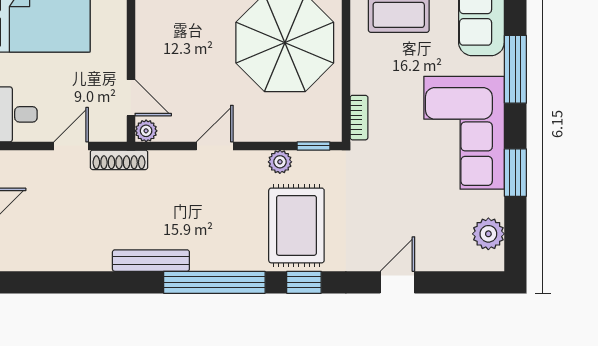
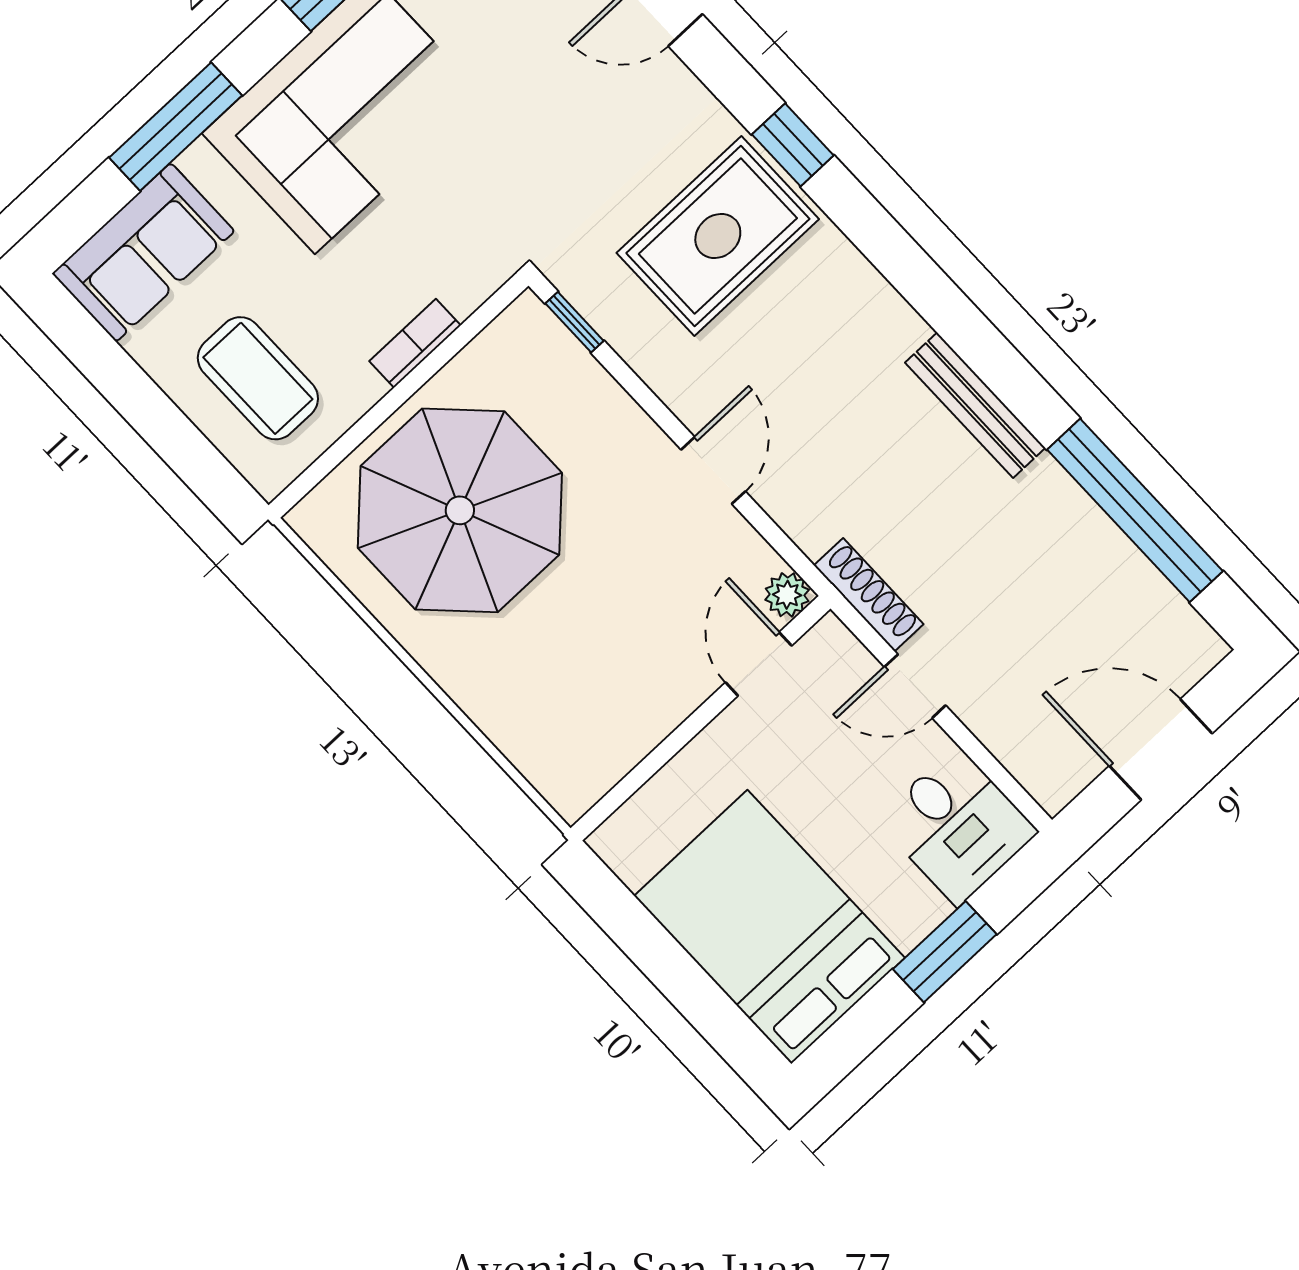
bookcase: (359, 118) -> (415, 343), moved
door: (215, 146) -> (713, 470), swing flipped
plant: (280, 162) -> (645, 350), removed
window: (214, 282) -> (1135, 510), moved

